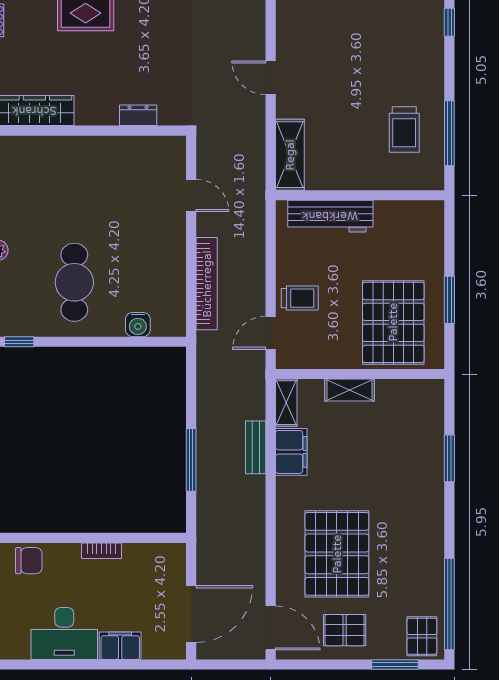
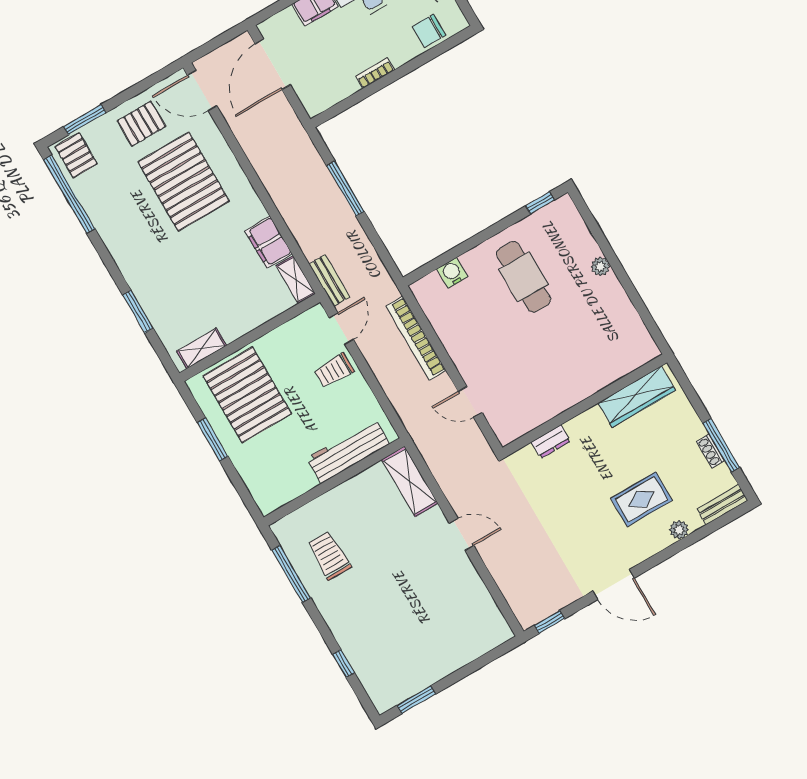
shelving: (350, 390) -> (201, 348), moved
bench: (256, 447) -> (329, 281), moved

